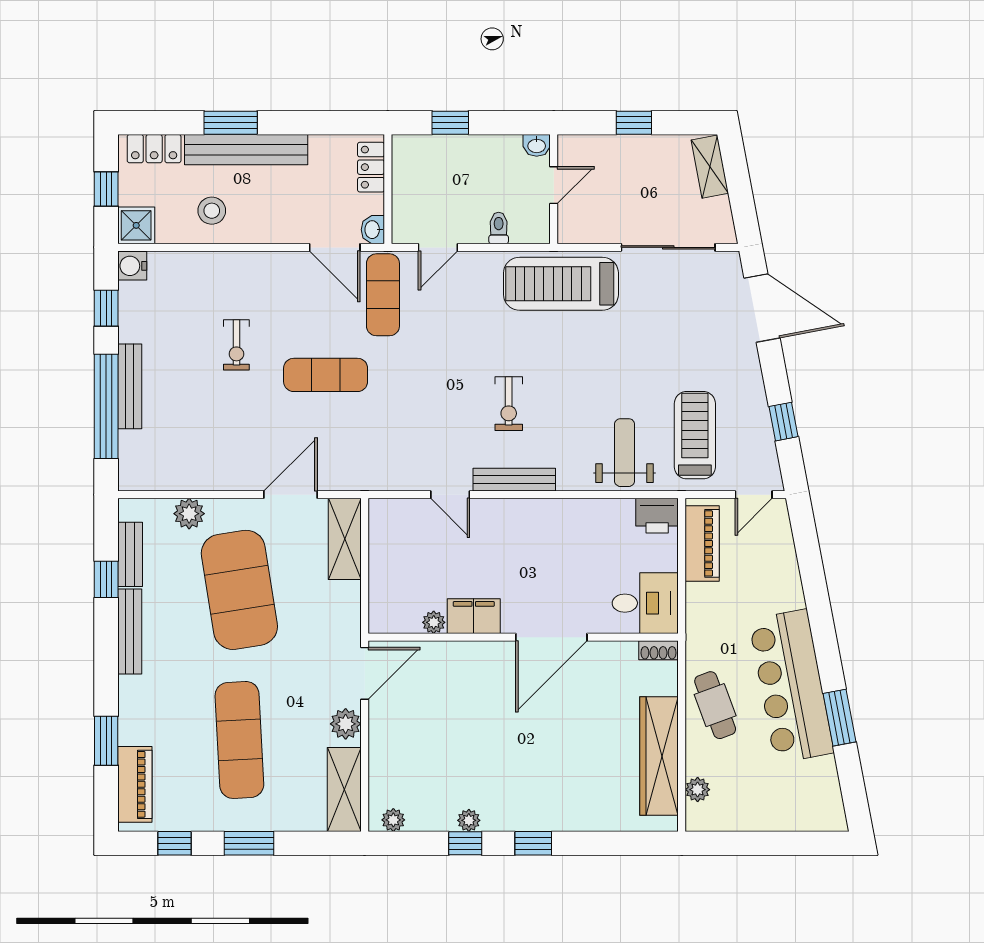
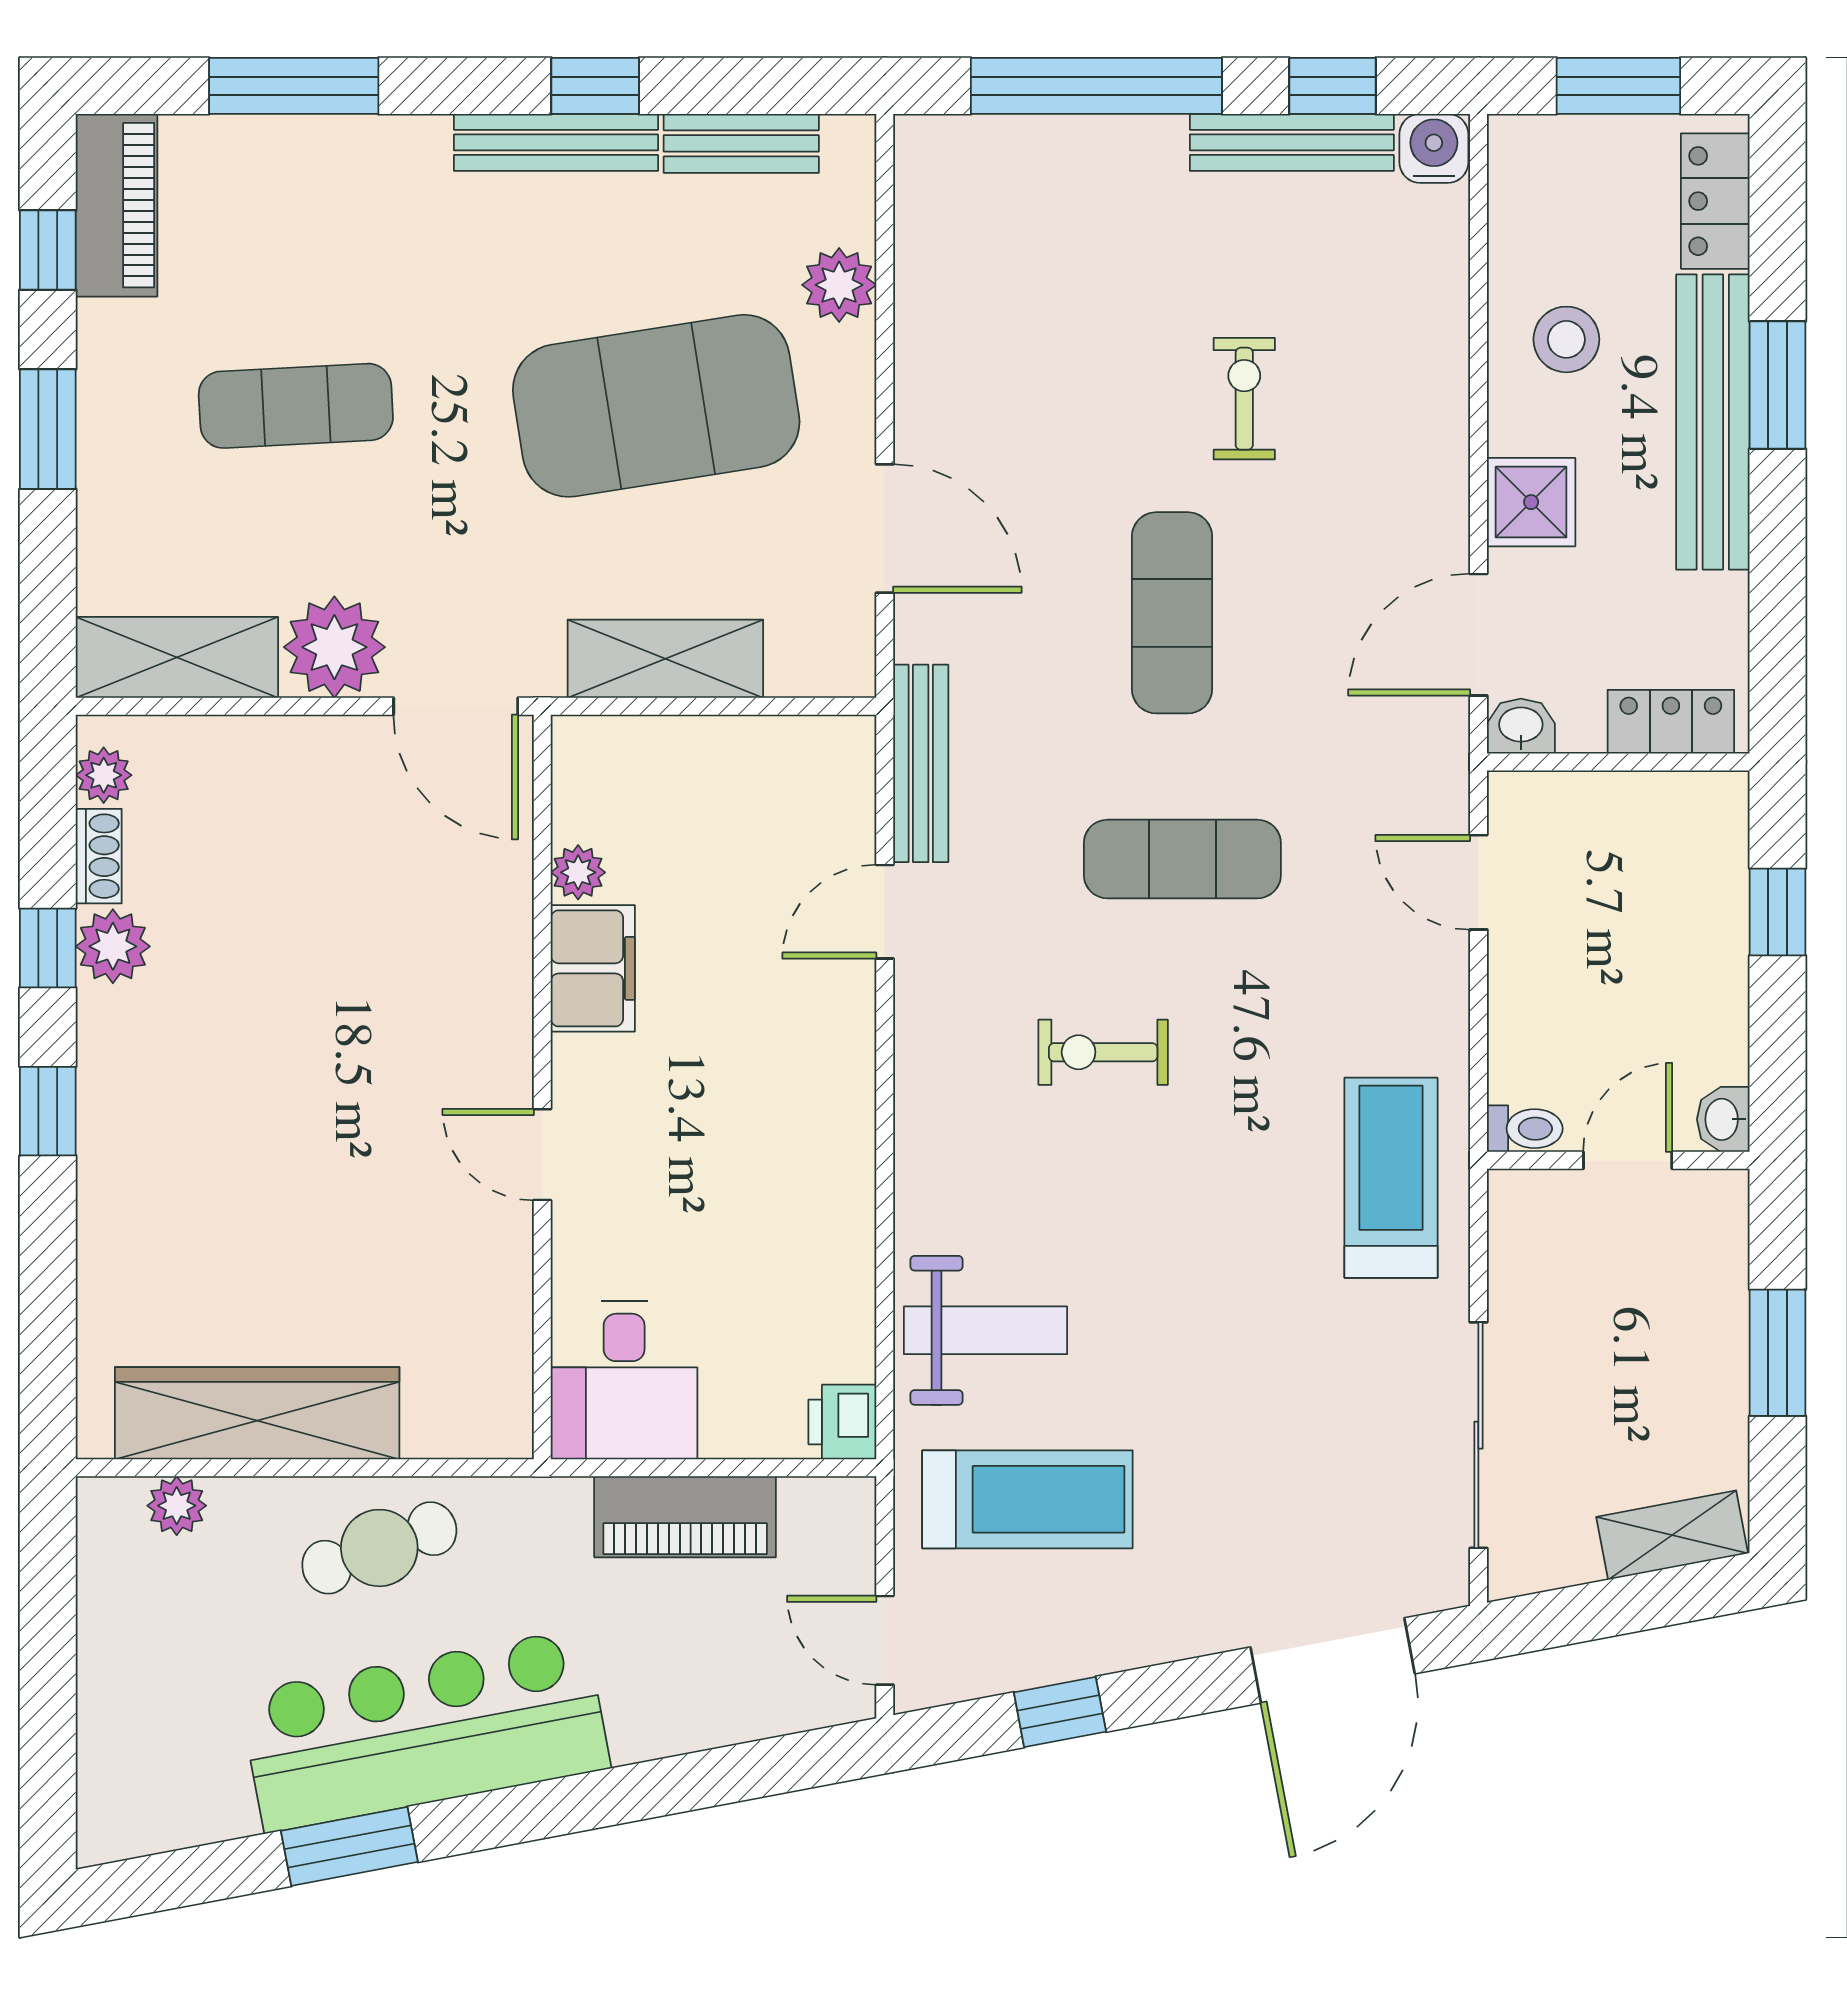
window: (634, 123) -> (1777, 1353), width x1.50
door: (554, 185) -> (1628, 1160), swing flipped
window: (106, 189) -> (1618, 86), width x1.50
shower: (136, 225) -> (1531, 502), moved
toilet: (499, 228) -> (1525, 1129), moved
treadmill: (561, 284) -> (1391, 1178), width x0.73, depth x0.73
exercise mat: (383, 295) -> (1182, 859), moved
exercise bike: (236, 345) -> (1244, 399), turned 90
bench: (130, 386) -> (1292, 142), moved
bench: (514, 480) -> (921, 763), moved
printer: (657, 516) -> (842, 1422), width x0.73, depth x0.81
shelving: (345, 539) -> (665, 659), moved
piano: (702, 543) -> (685, 1517), moved
window: (106, 579) -> (595, 86), moved
door: (551, 637) -> (542, 1155), width x0.53
shoe rack: (659, 650) -> (99, 856), moved, turned 180
plant: (346, 724) -> (334, 647), width x1.36, depth x1.36
exercise mat: (239, 740) -> (296, 406), width x0.73, depth x0.69
window: (106, 741) -> (294, 86), width x1.44
piano: (135, 784) -> (117, 205), moved, turned -90
plant: (469, 820) -> (113, 946), width x1.38, depth x1.38

